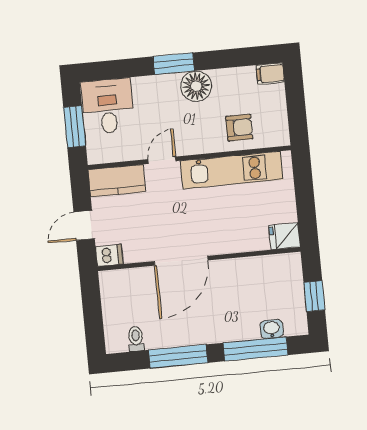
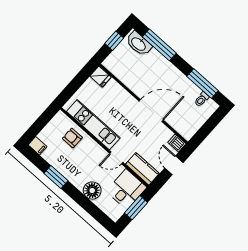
window: (174, 64) -> (56, 177), moved
floor lamp: (196, 86) -> (92, 191), moved
desk: (108, 106) -> (126, 189), moved, turned 180
door: (84, 225) -> (174, 165), swing flipped
washbasin: (272, 329) -> (139, 44), width x1.91, depth x1.45
window: (178, 356) -> (203, 84), moved

